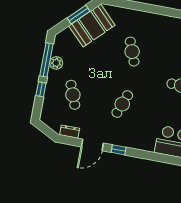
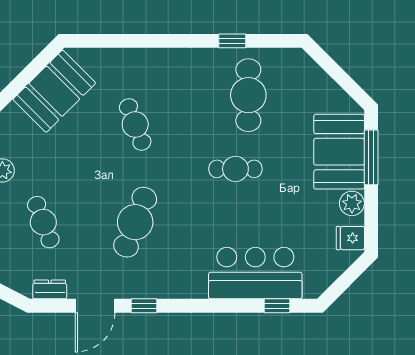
window: (79, 15) -> (26, 76), removed
cafe table: (122, 104) -> (135, 222), width x1.37, depth x1.35

